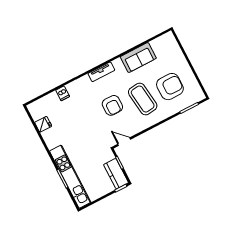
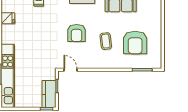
armchair: (170, 87) -> (135, 43), turned 90
coffee table: (143, 99) -> (106, 41), width x0.54, depth x0.58

